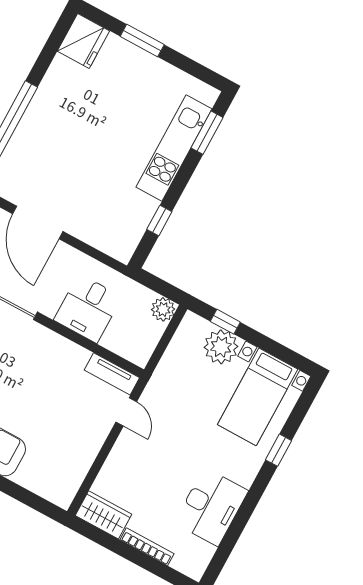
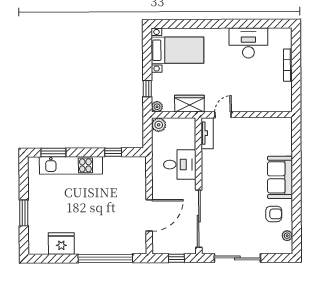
fridge: (83, 41) -> (61, 244), moved
plant: (221, 347) -> (157, 107), moved, width x0.53, depth x0.53
window: (279, 450) -> (199, 24), removed
wardrobe: (103, 515) -> (189, 104), moved, turned 90

